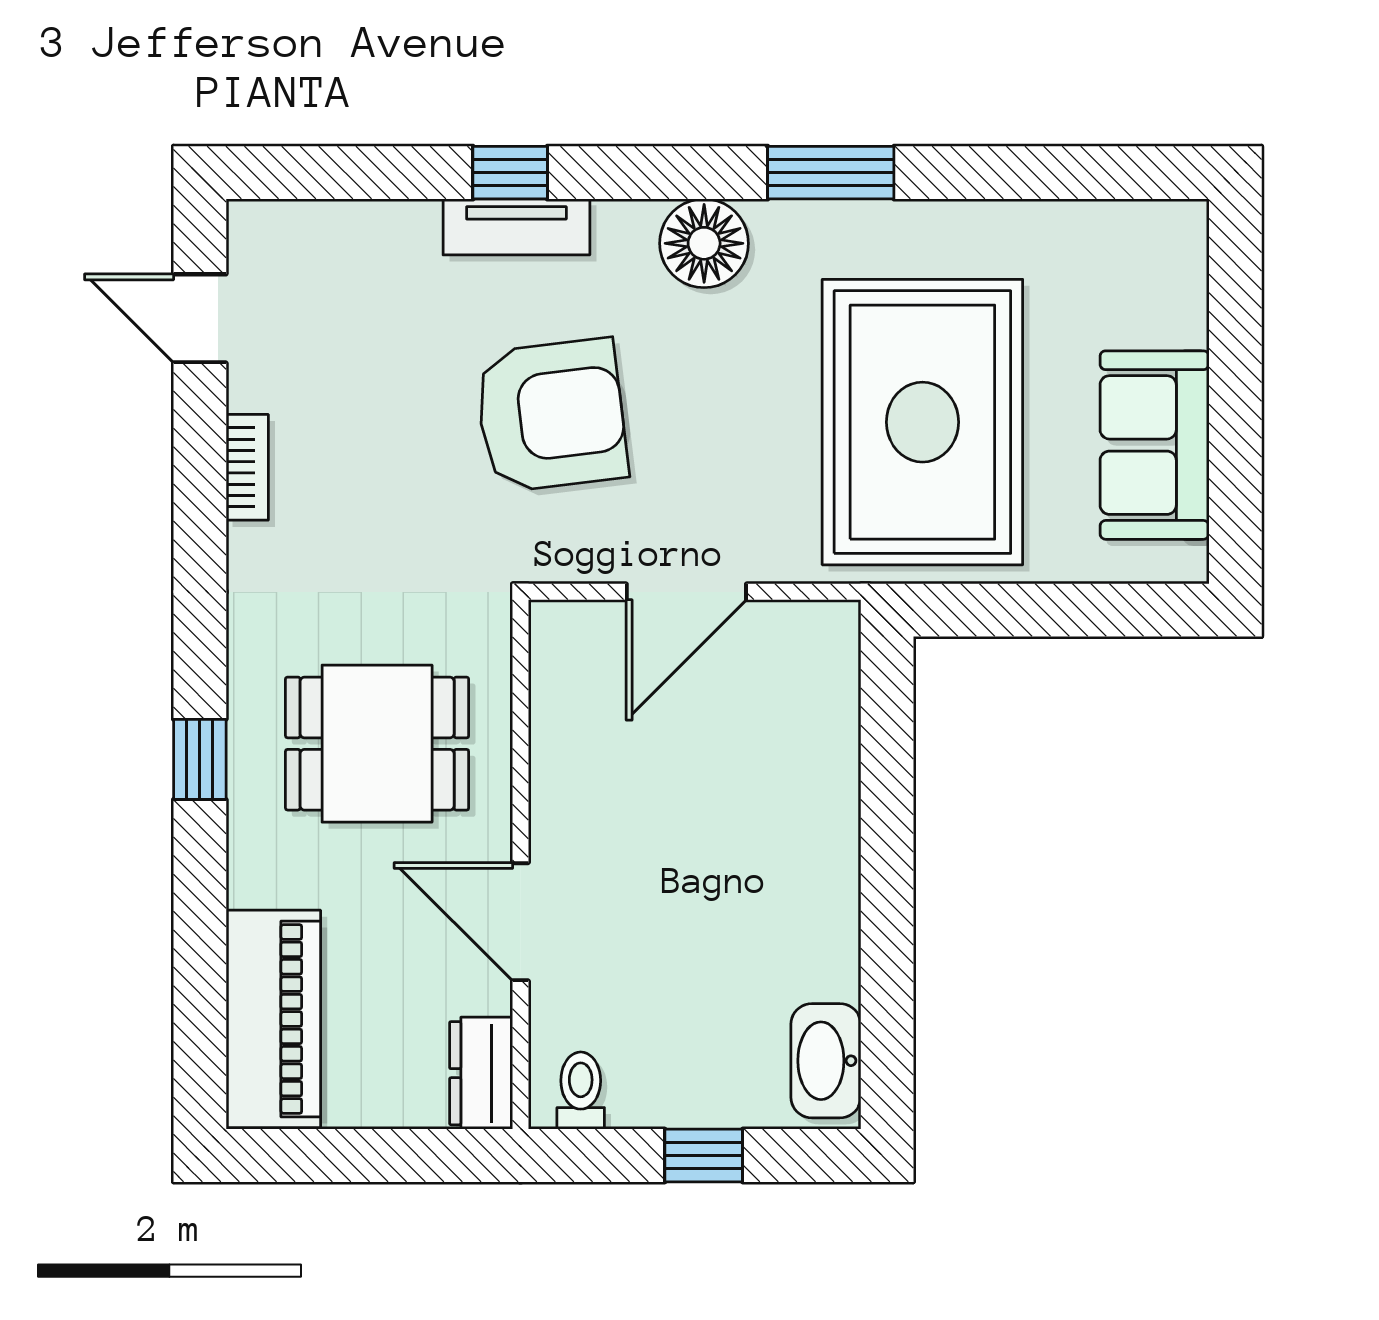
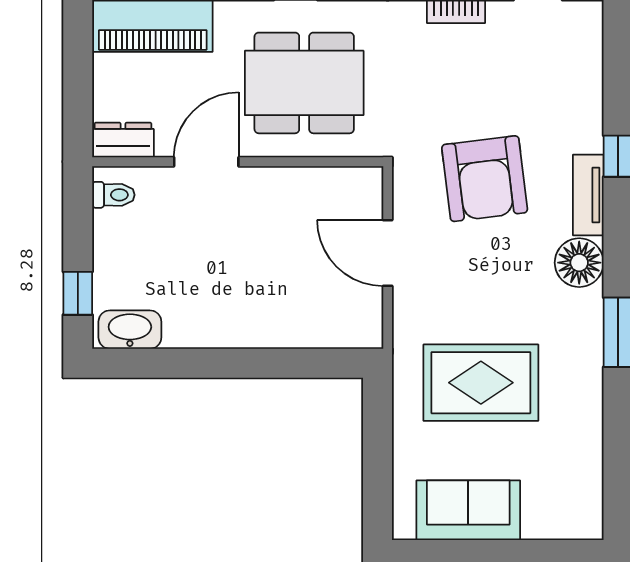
tv unit: (516, 227) -> (588, 195), moved
rug: (922, 422) -> (481, 383), width x0.73, depth x0.69
dining table: (377, 744) -> (304, 83), width x1.38
window: (704, 1156) -> (78, 293), moved

